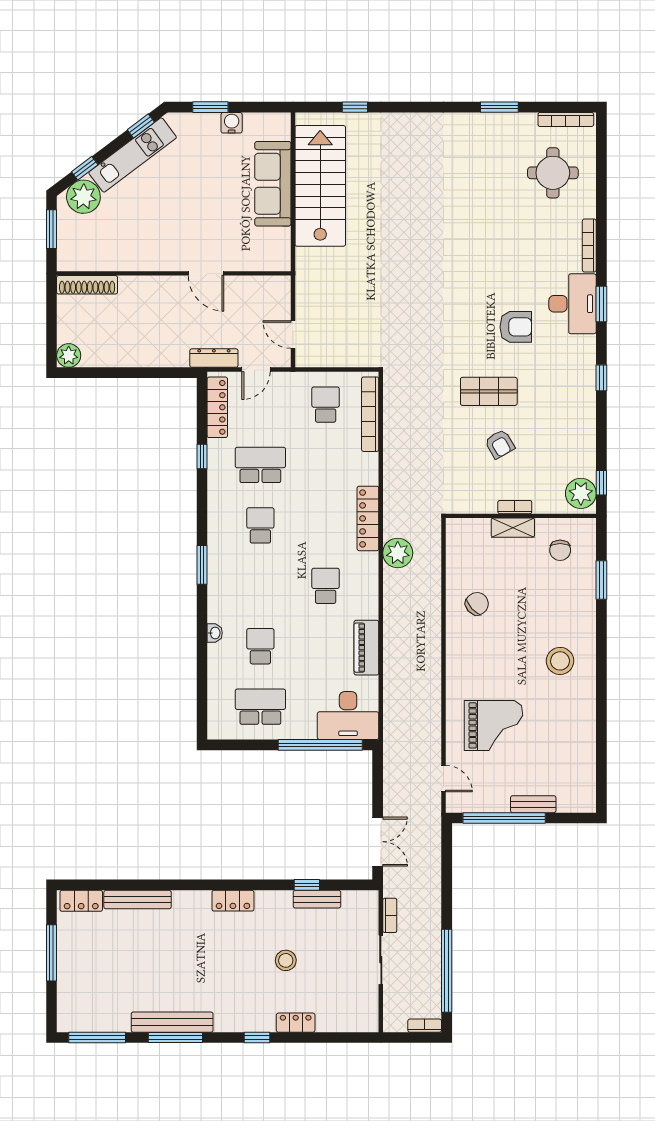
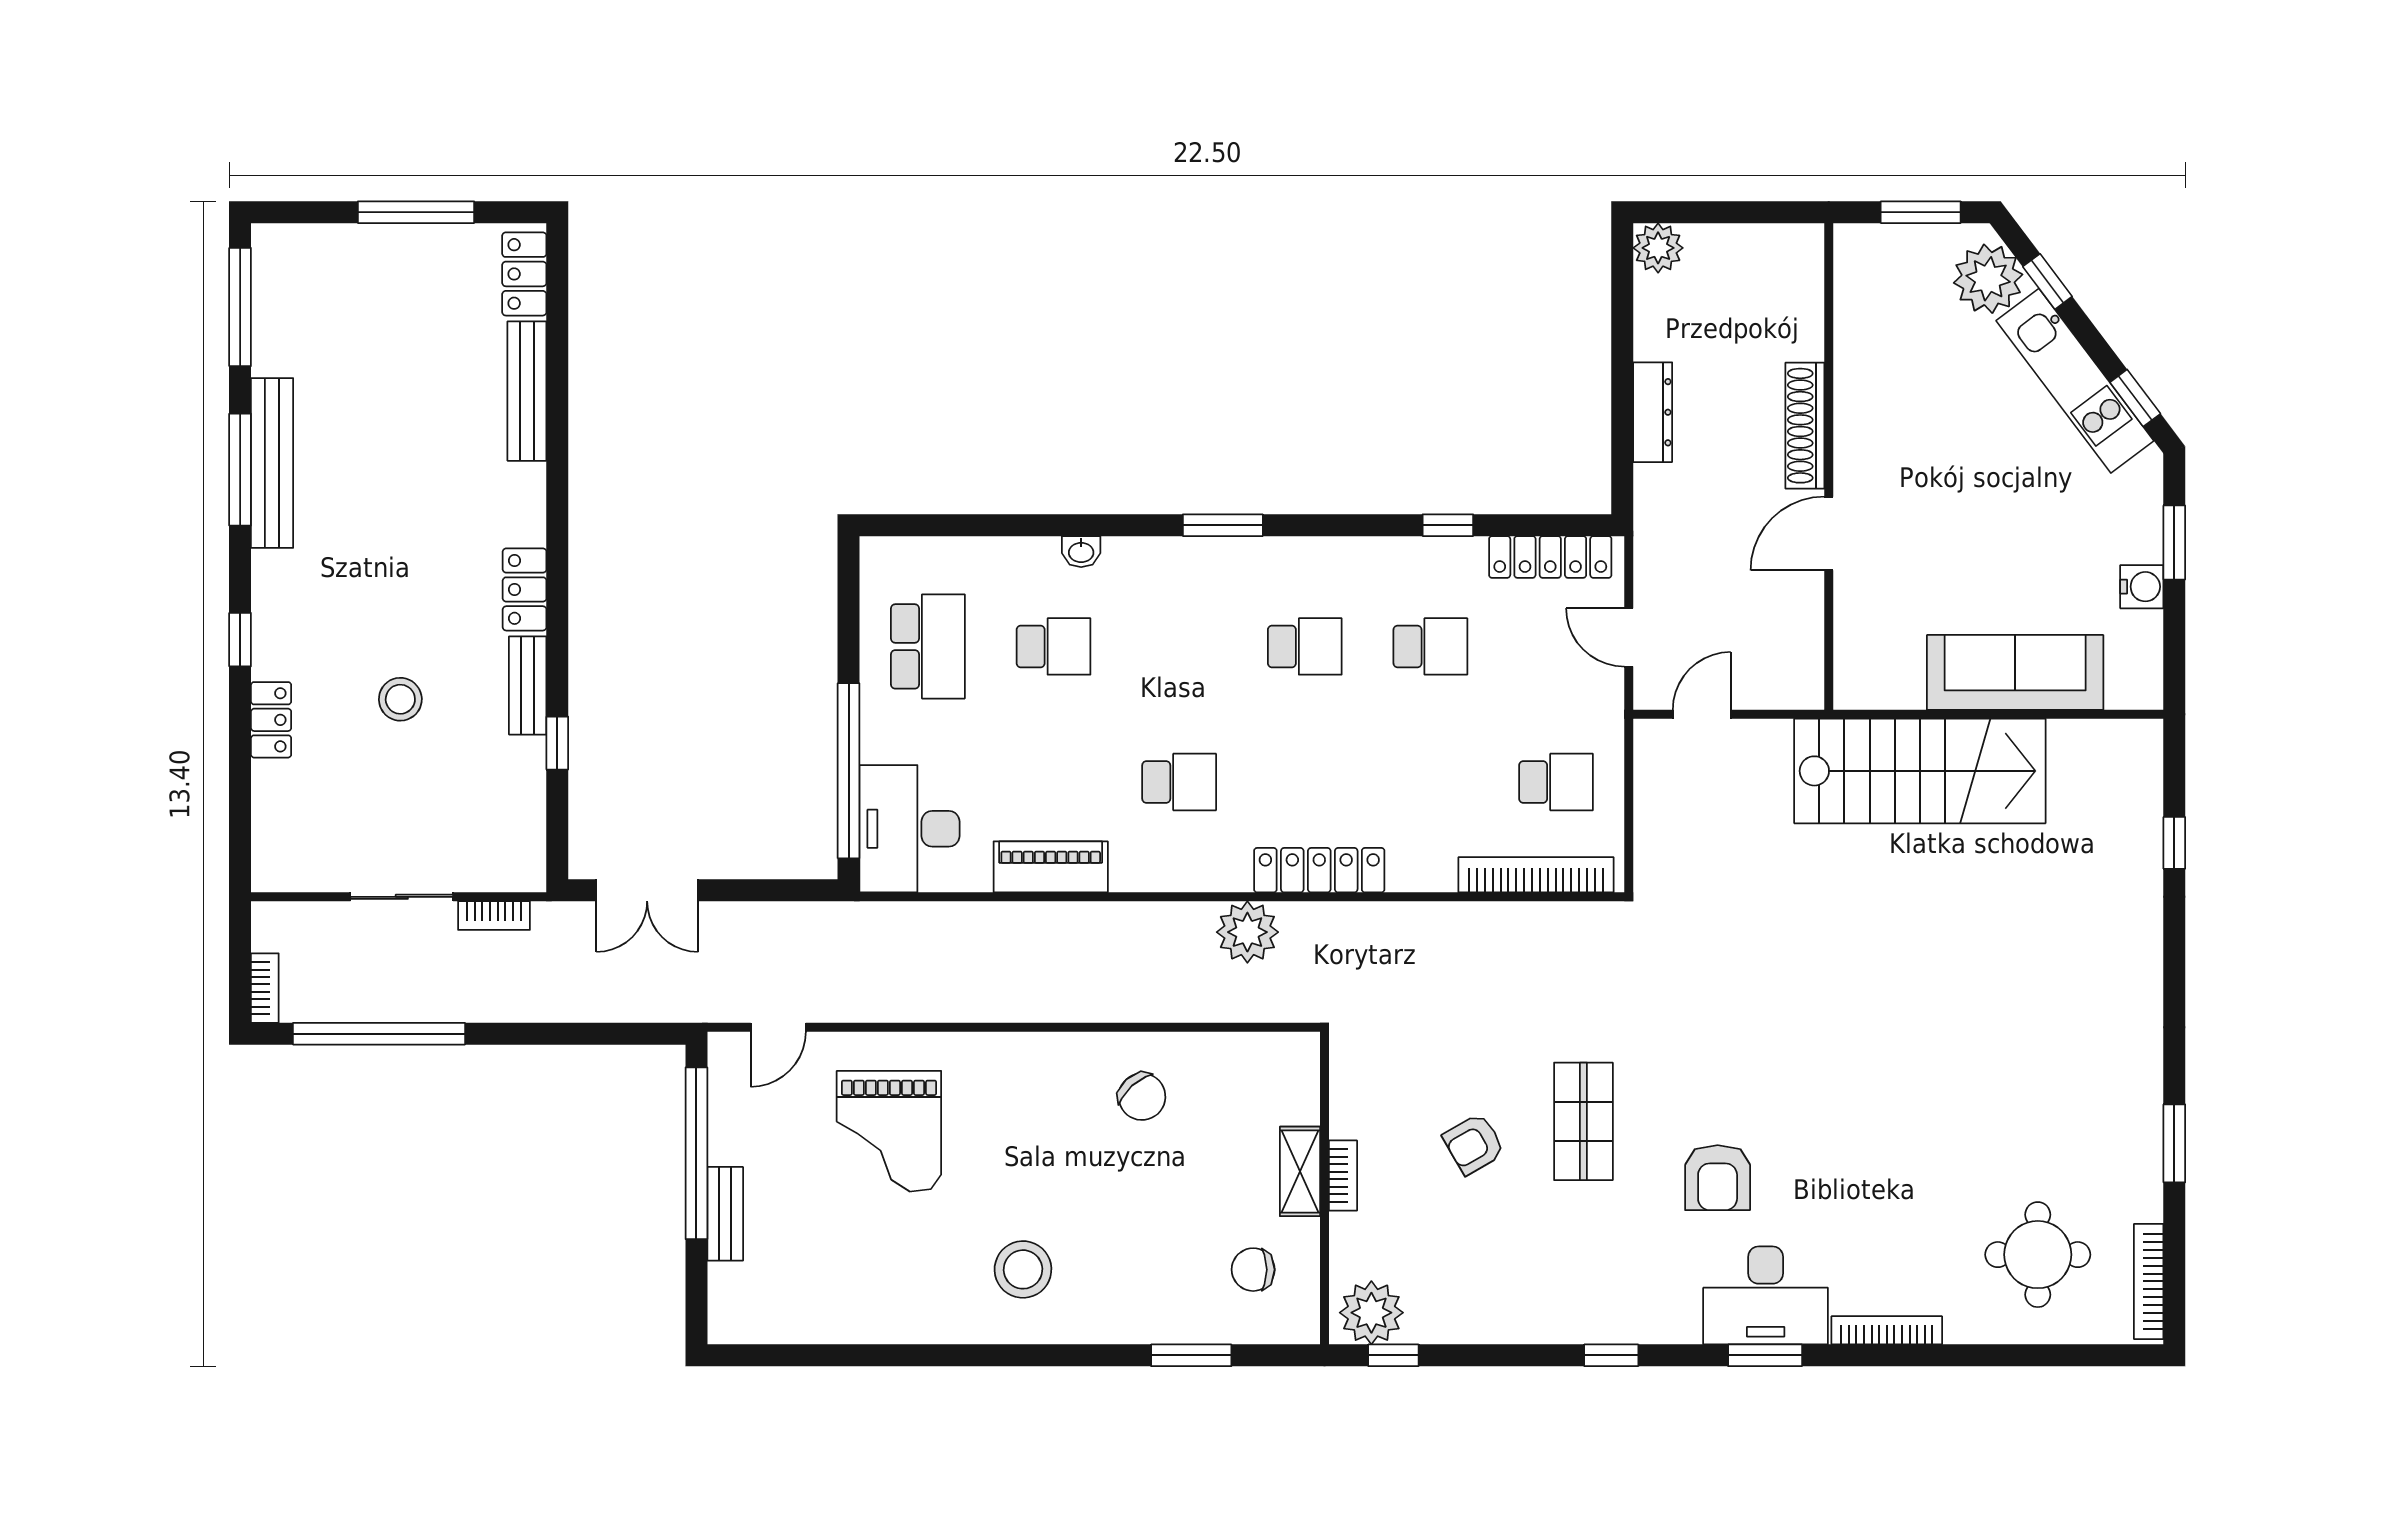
stairs: (320, 186) -> (1920, 771), moved
shoe rack: (87, 285) -> (1805, 426), moved
dresser: (214, 358) -> (1653, 412), moved
school desk: (260, 465) -> (1430, 646), width x0.54
bench: (317, 899) -> (528, 685), moved

